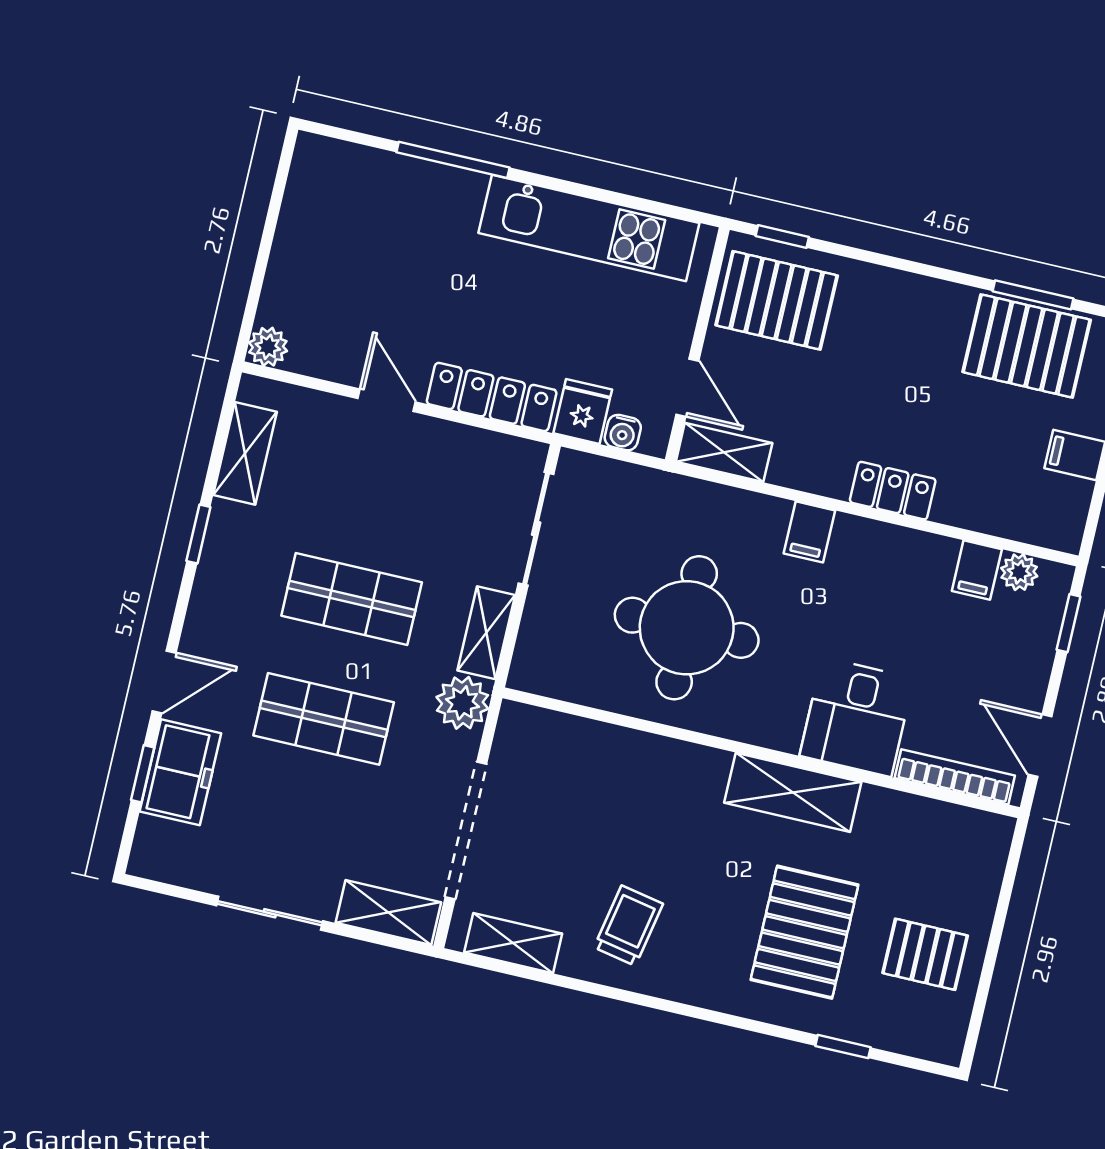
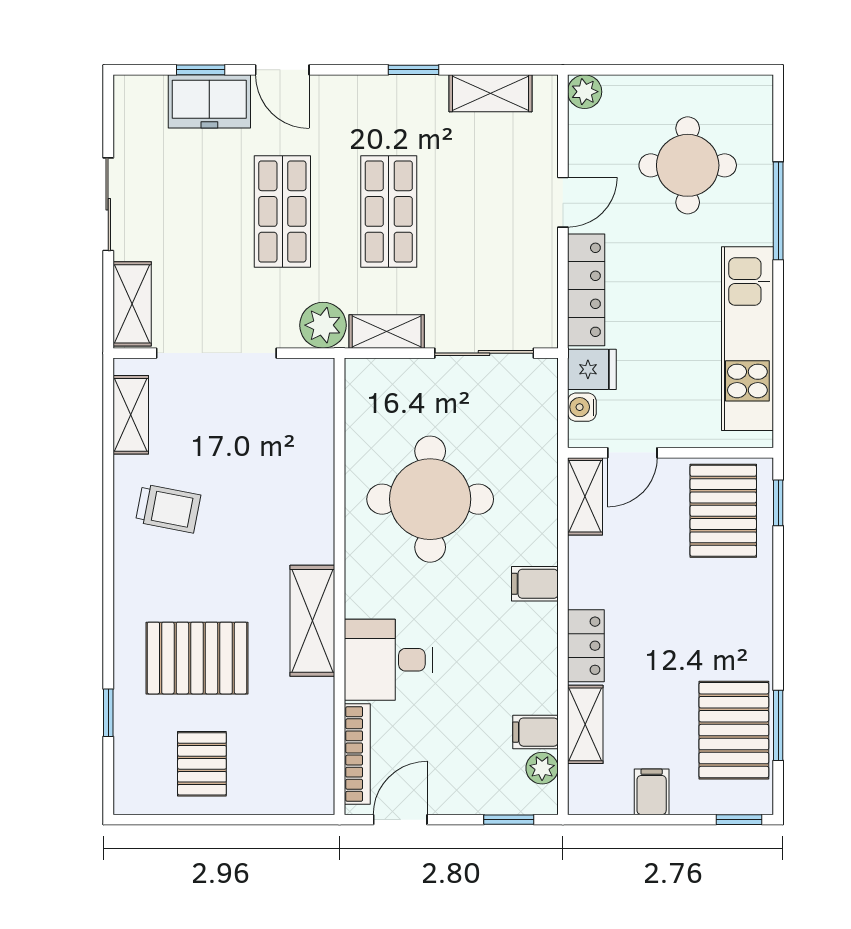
round table: (378, 250) -> (688, 165), added
shelving: (981, 512) -> (585, 724), added

